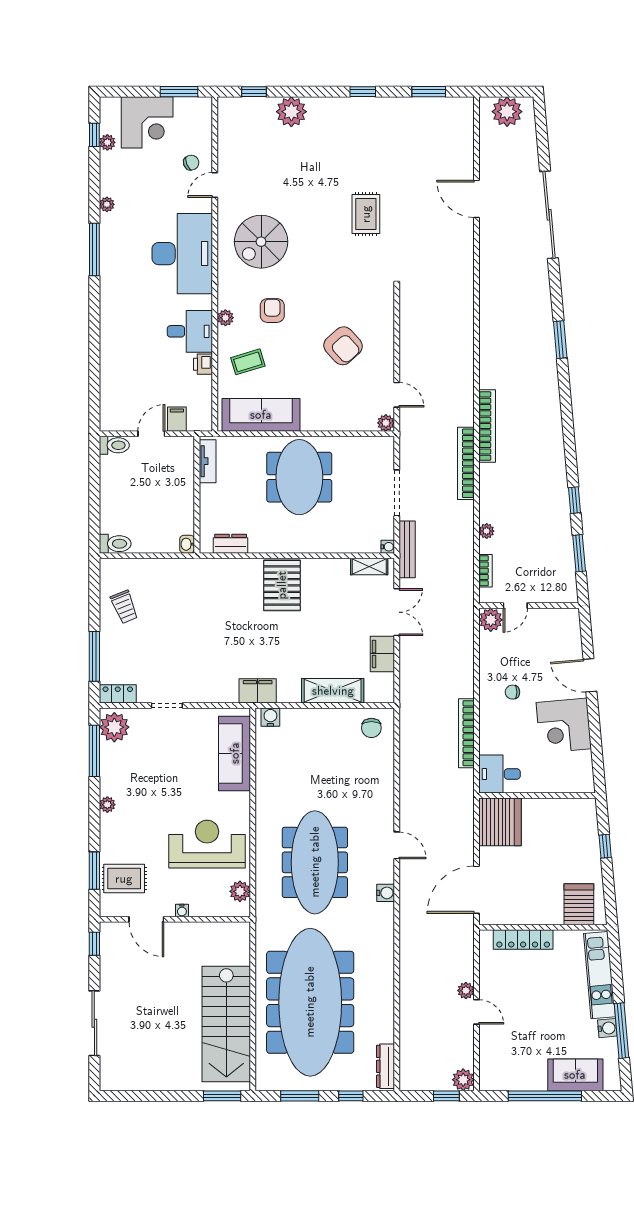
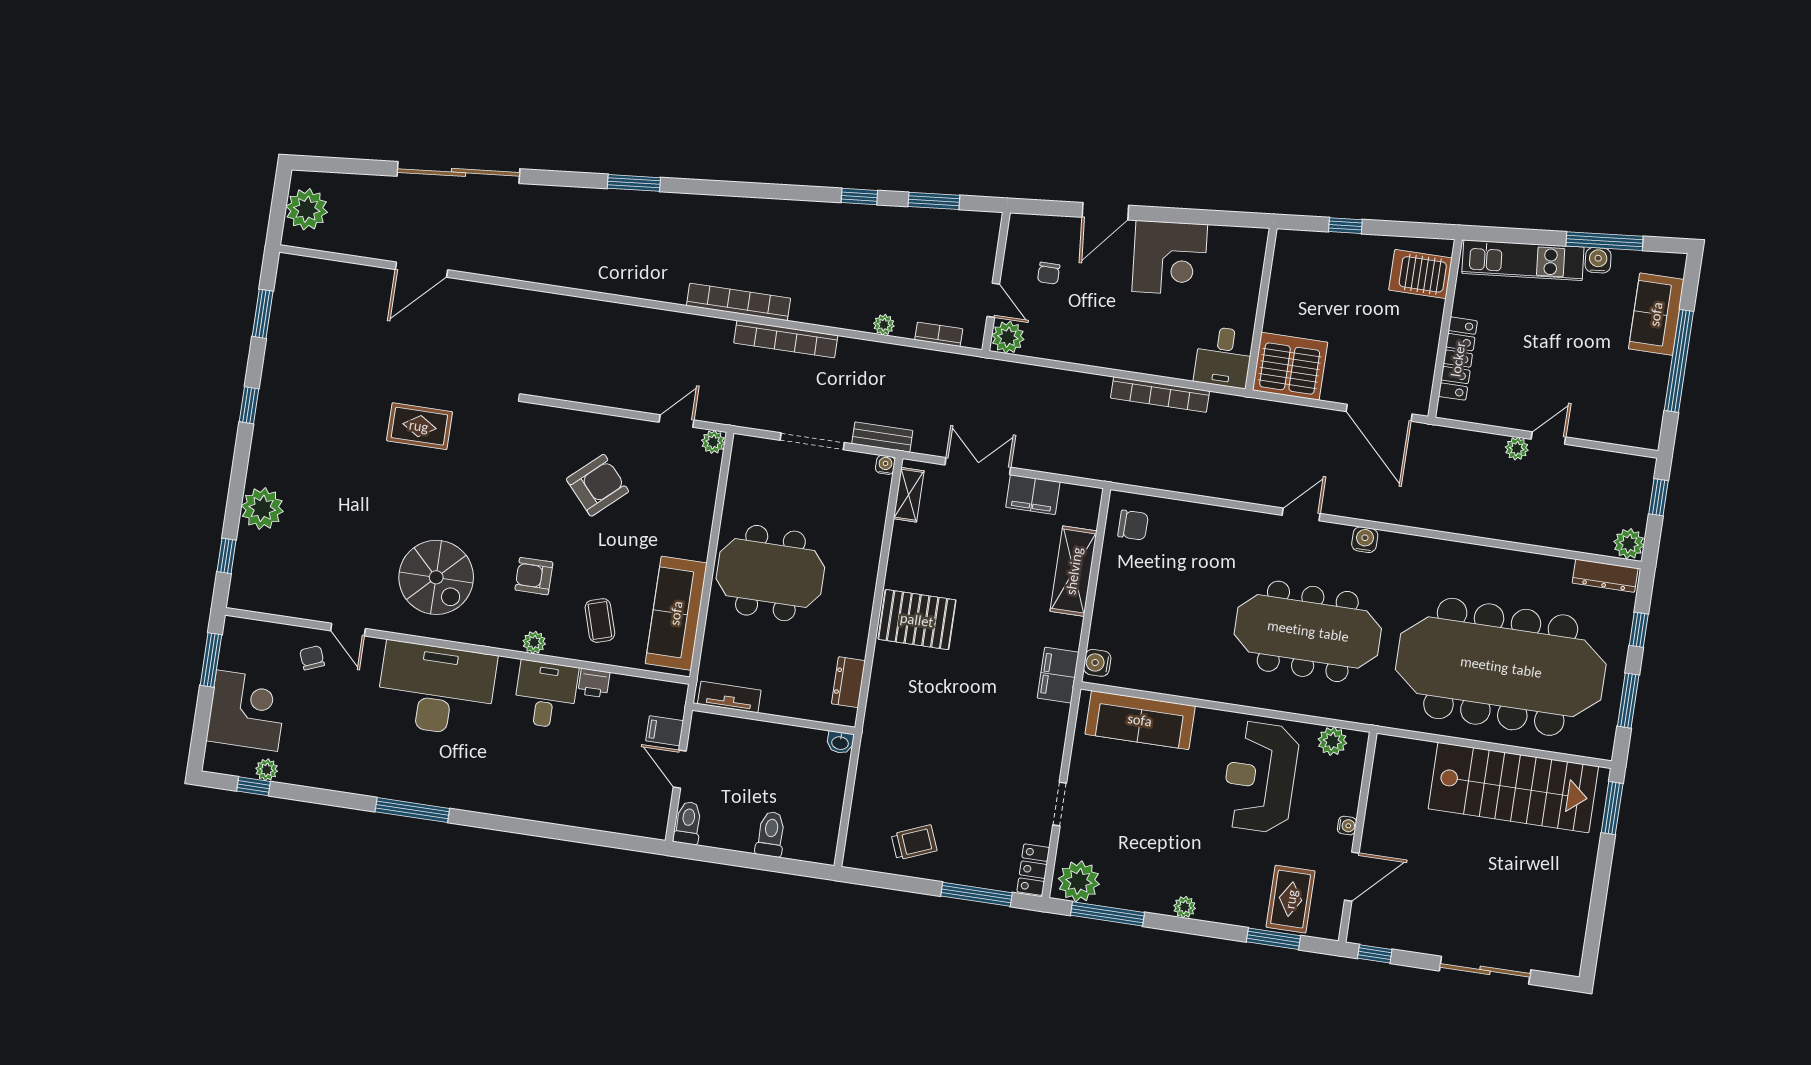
plant: (107, 204) -> (352, 783), removed
toilet: (115, 544) -> (771, 834), moved
bench: (407, 549) -> (882, 437), width x0.73
chair: (512, 692) -> (1049, 273), moved
plant: (463, 1080) -> (1629, 544), moved

